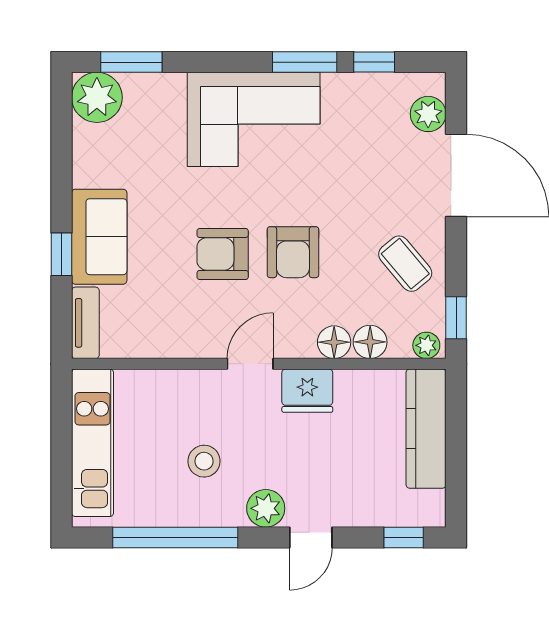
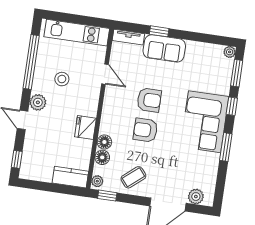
window: (374, 62) -> (232, 106), moved
plant: (97, 97) -> (230, 52), width x0.53, depth x0.53
armchair: (223, 254) -> (149, 100), turned 90
door: (250, 364) -> (105, 74), moved
kitchen counter: (426, 429) -> (70, 177), width x0.67

